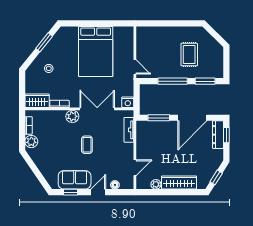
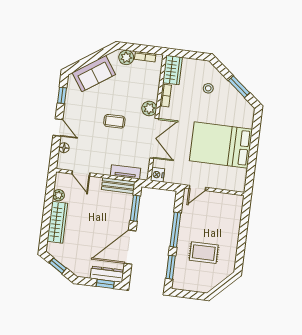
door: (192, 118) -> (130, 247), hinge flipped
bench: (141, 135) -> (118, 186), added
sofa: (75, 180) -> (94, 74), moved, turned 56

